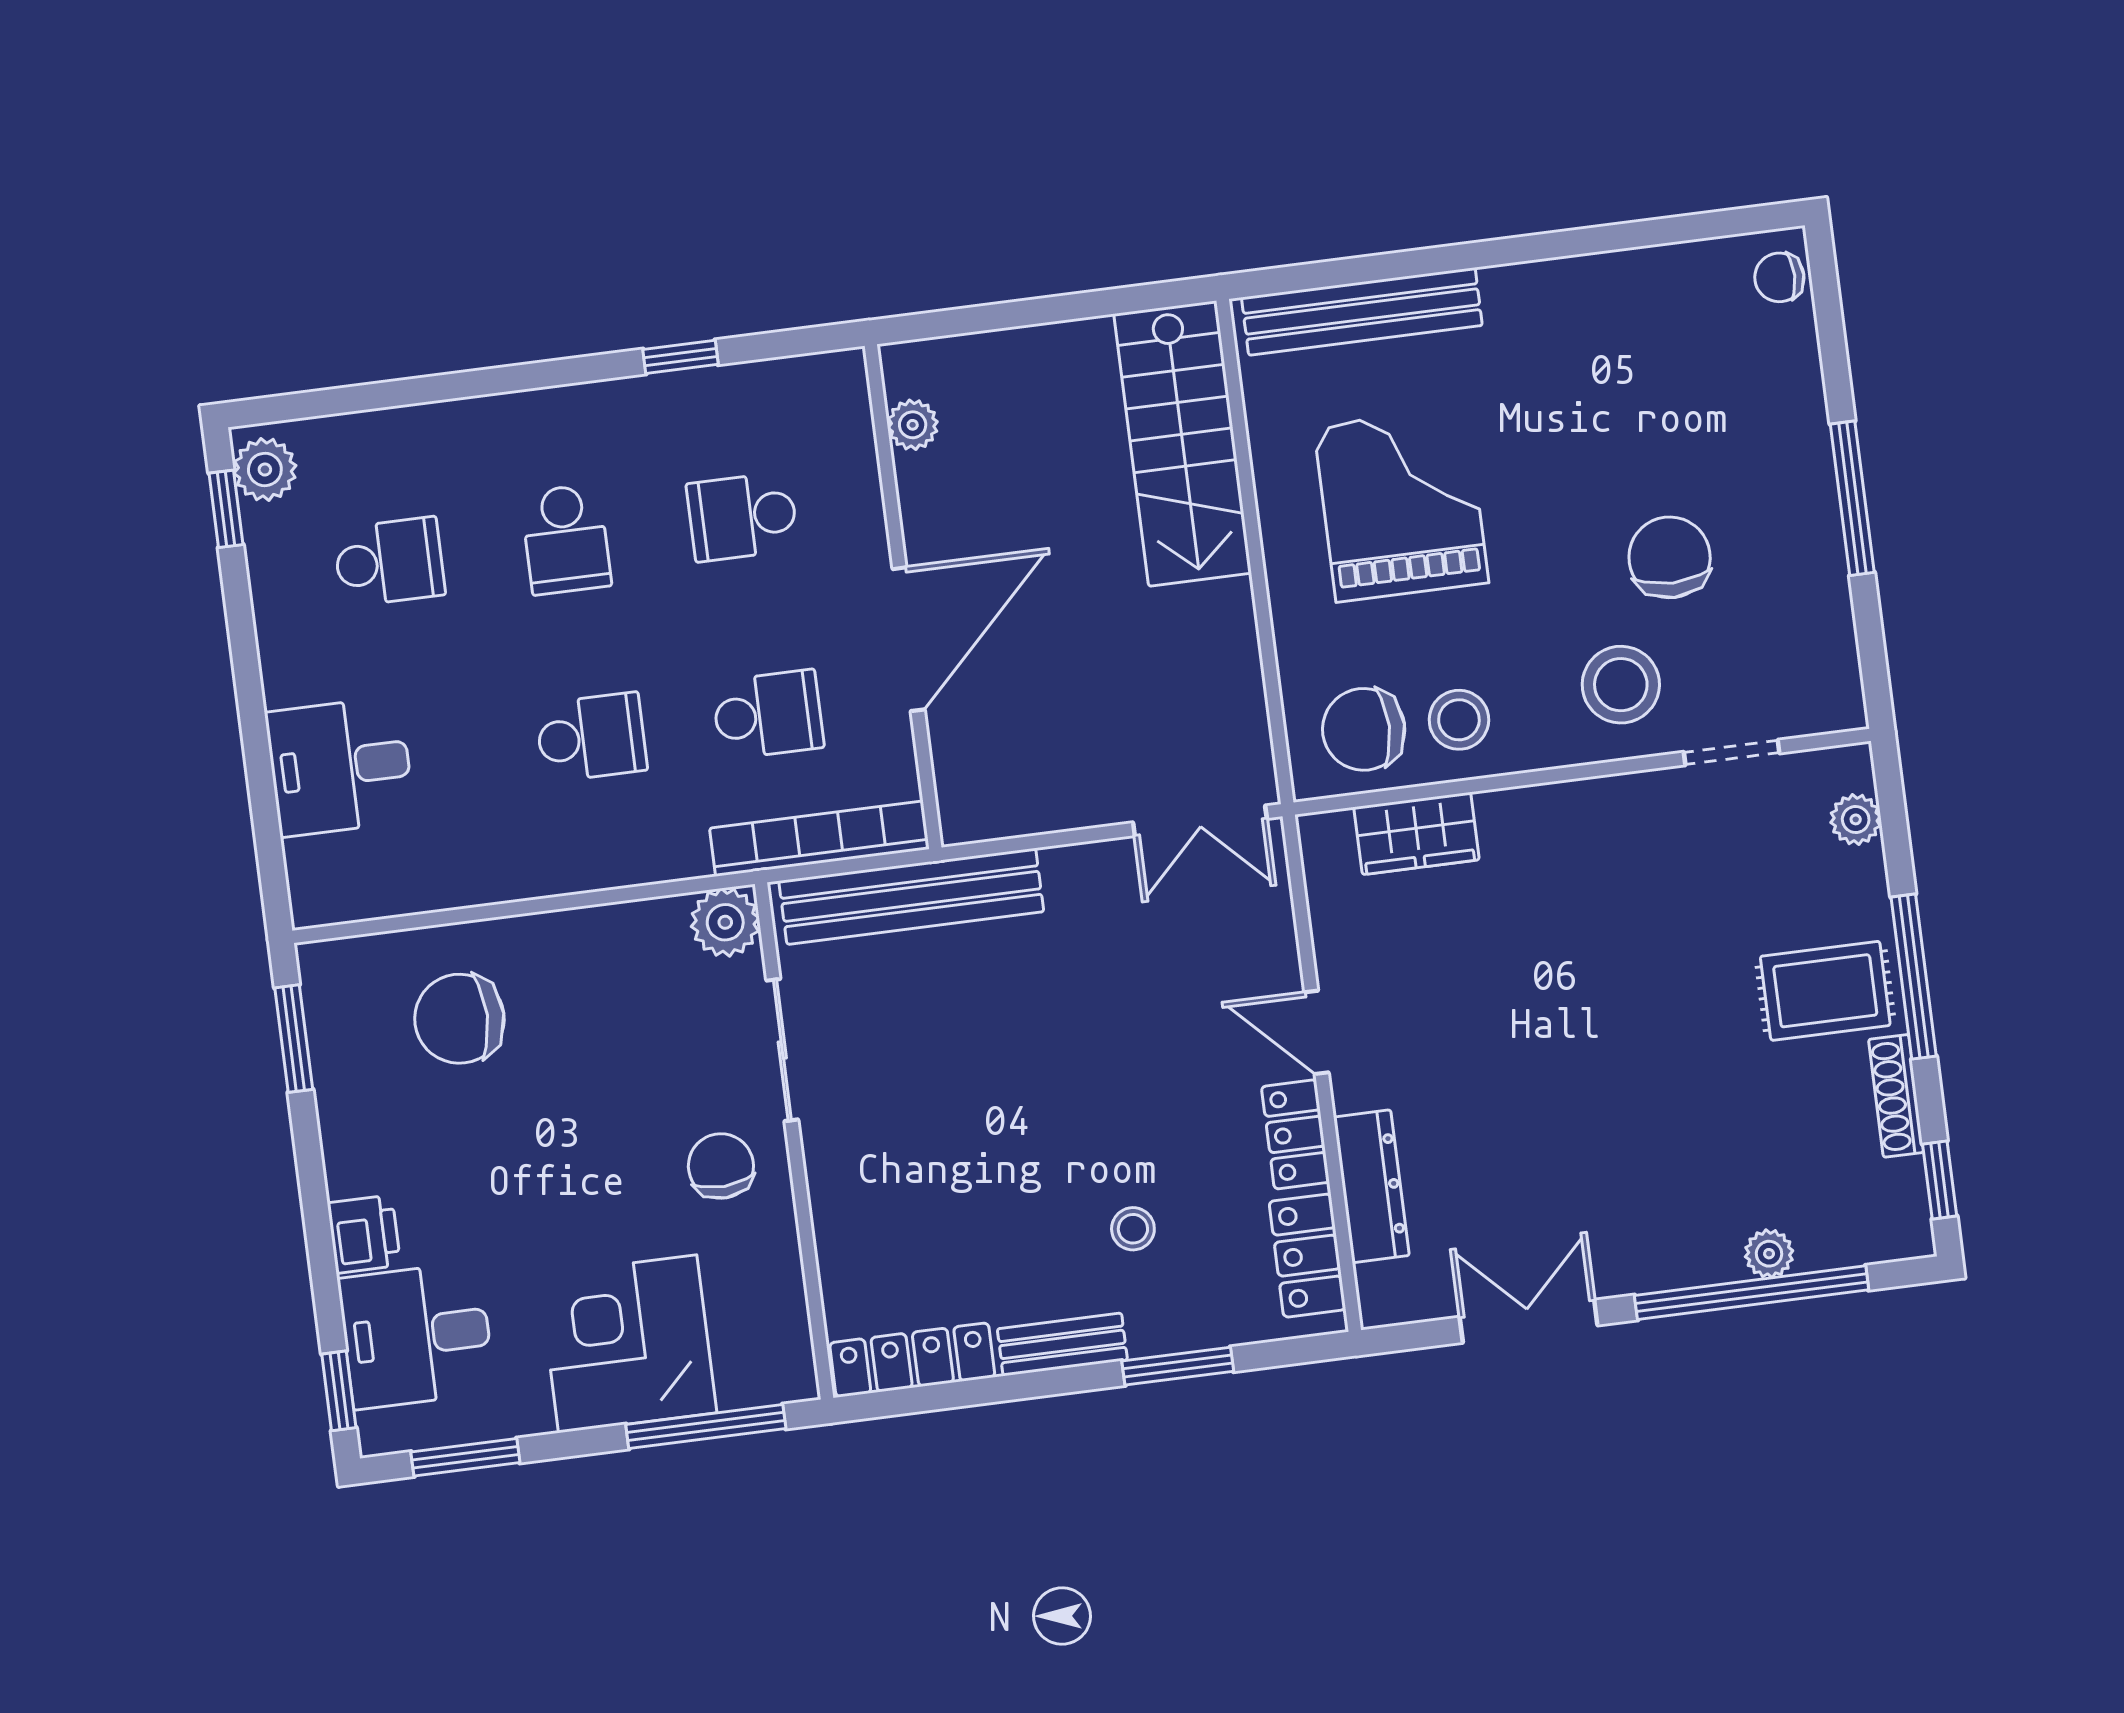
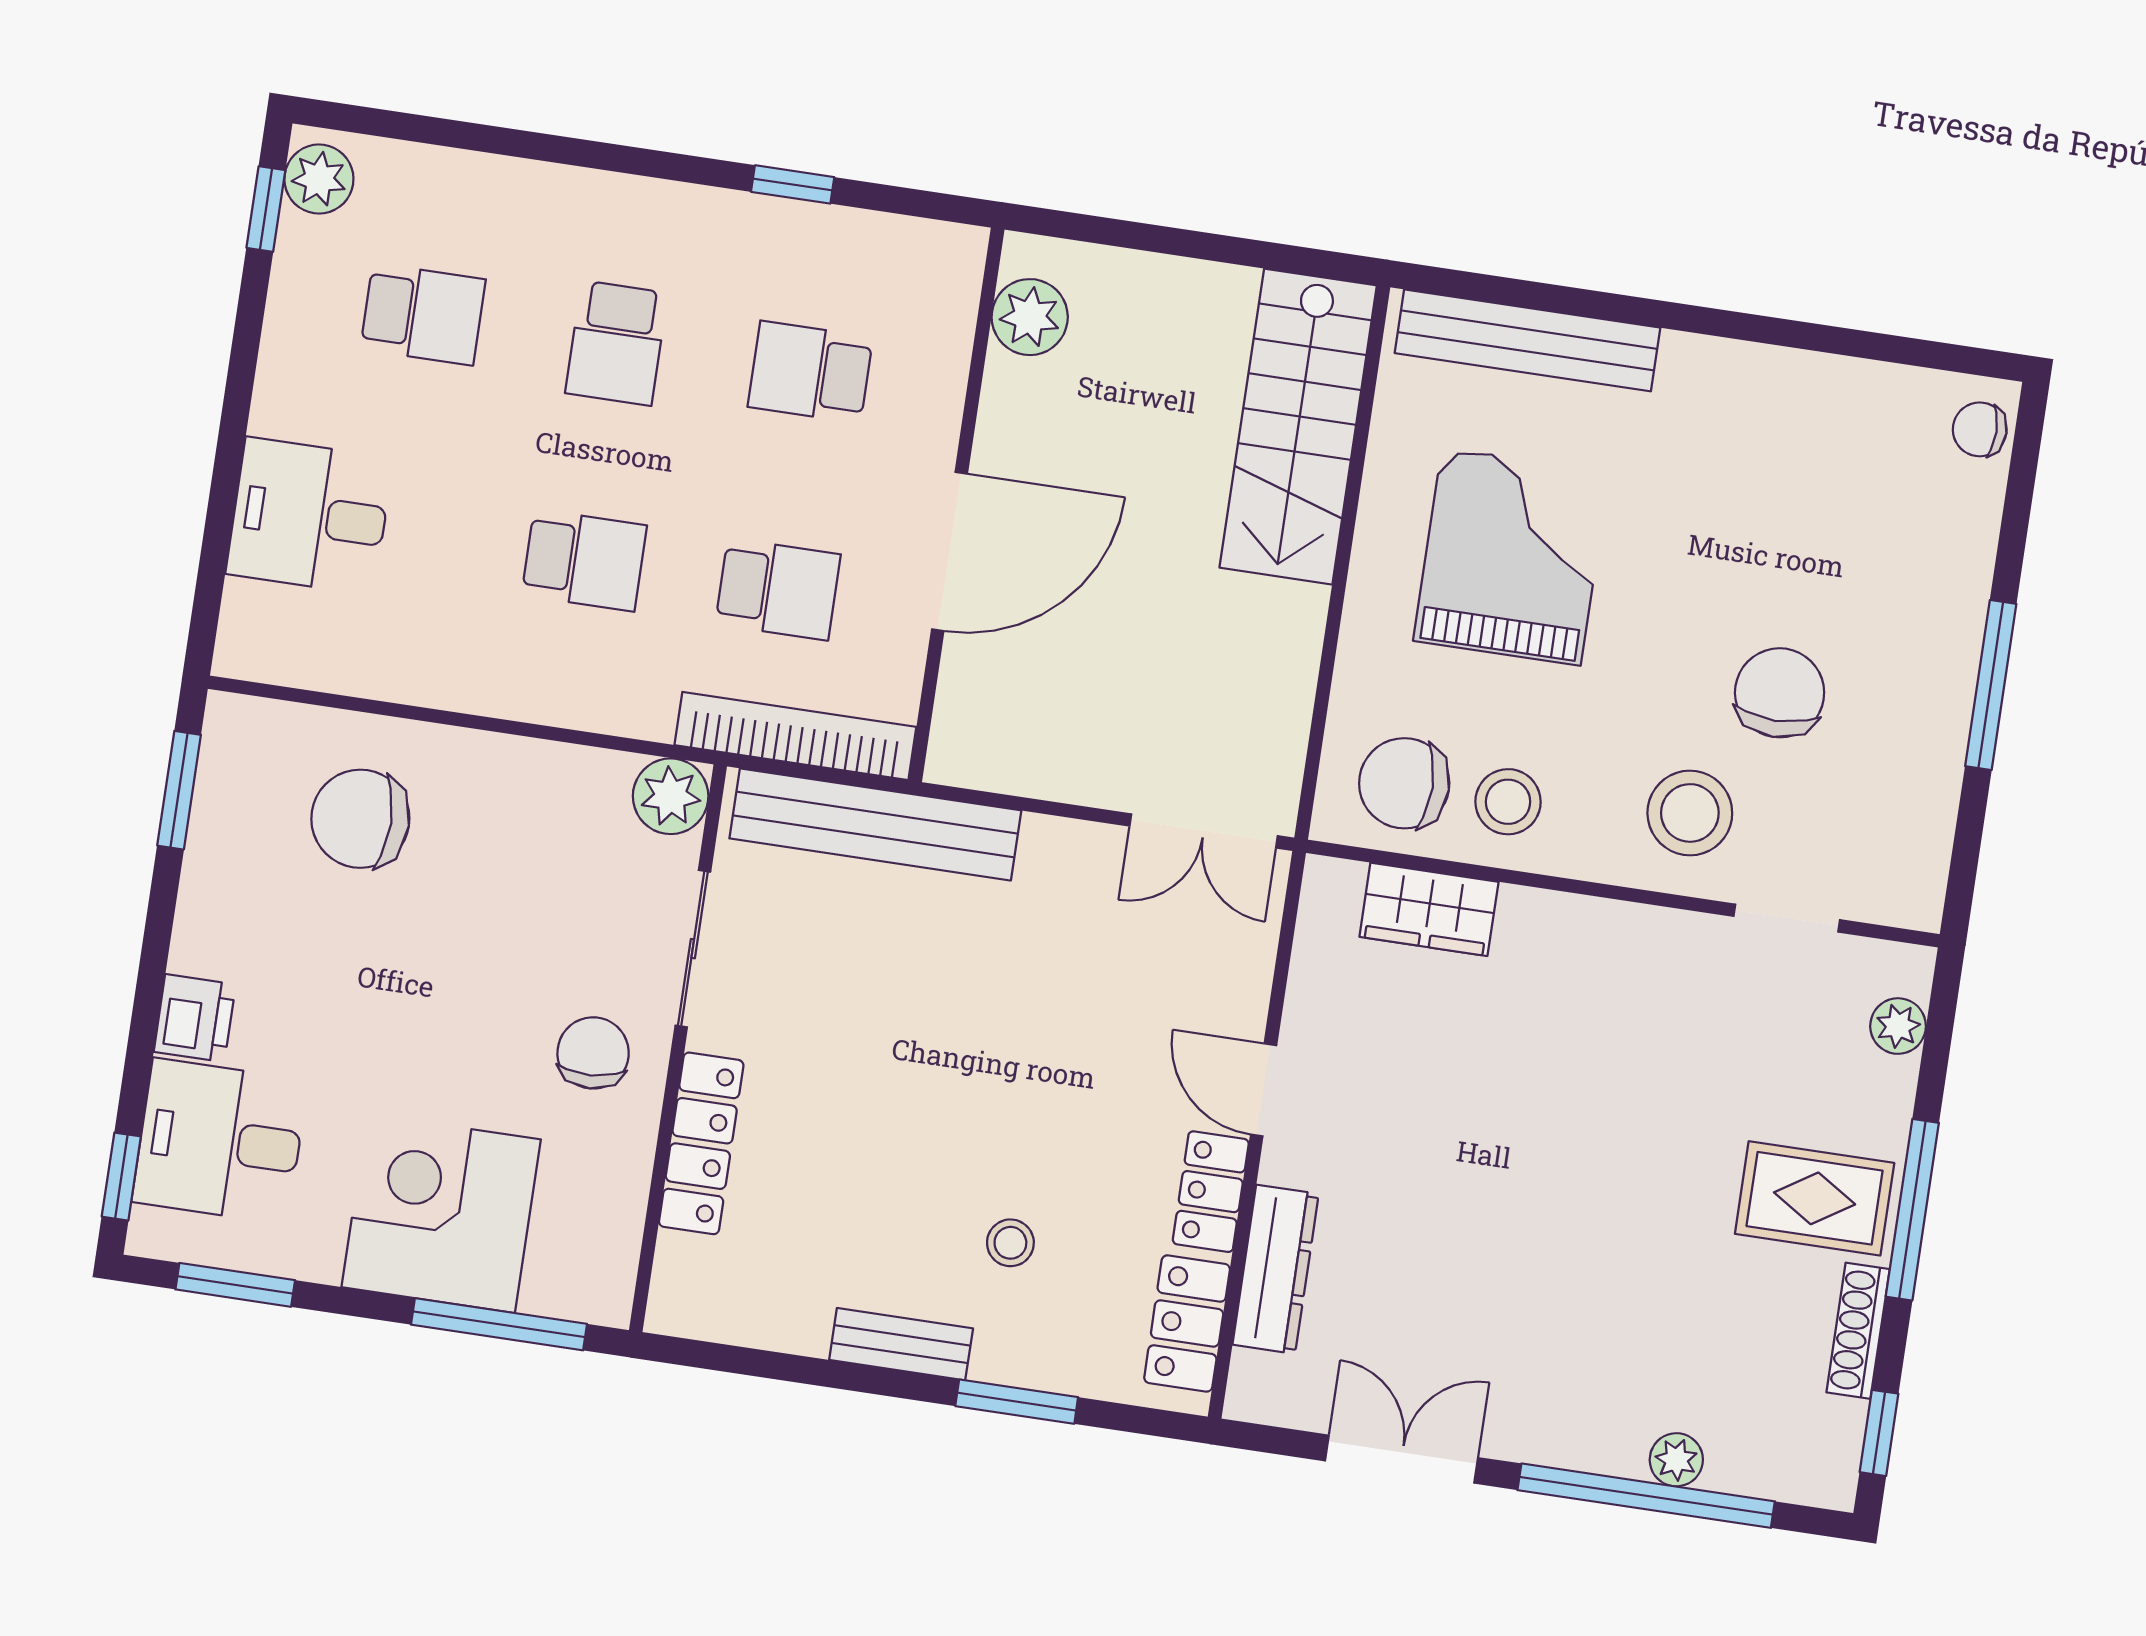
plant: (913, 425) -> (1030, 317), width x1.38, depth x1.38
locker: (912, 1360) -> (701, 1143), moved, turned 90

